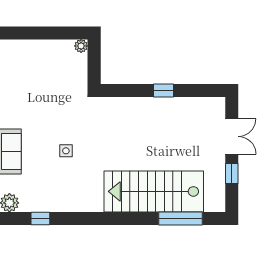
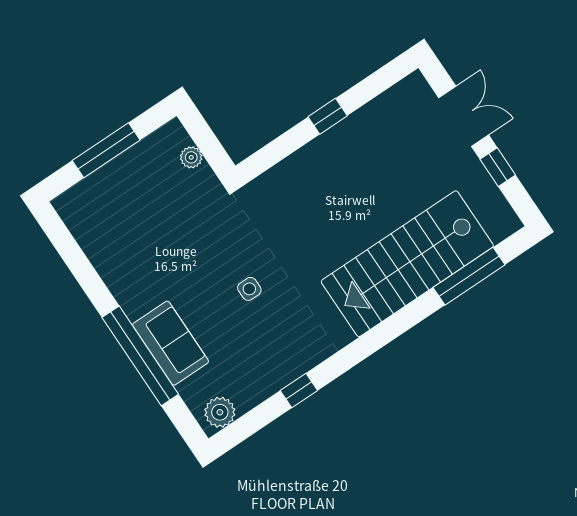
window: (41, 33) -> (106, 150), added
plant: (81, 46) -> (191, 157), moved
window: (40, 219) -> (299, 390), moved

